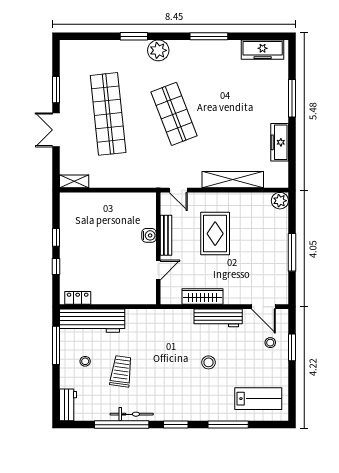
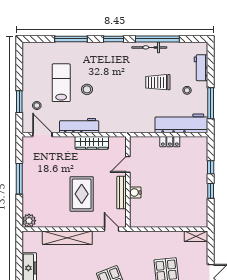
locker: (78, 298) -> (170, 142), moved
trolley: (121, 371) -> (158, 82), turned 82
lab bench: (258, 399) -> (61, 83), moved, turned 90
workbench: (68, 405) -> (201, 68), moved

